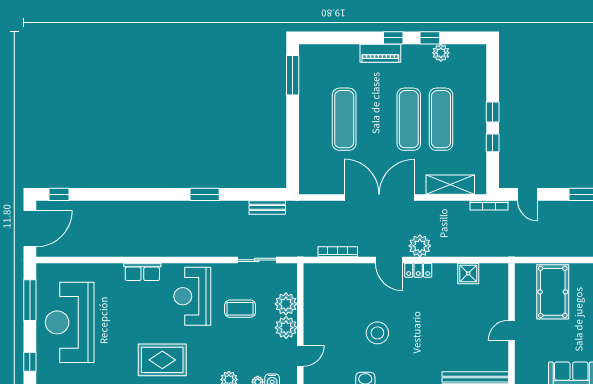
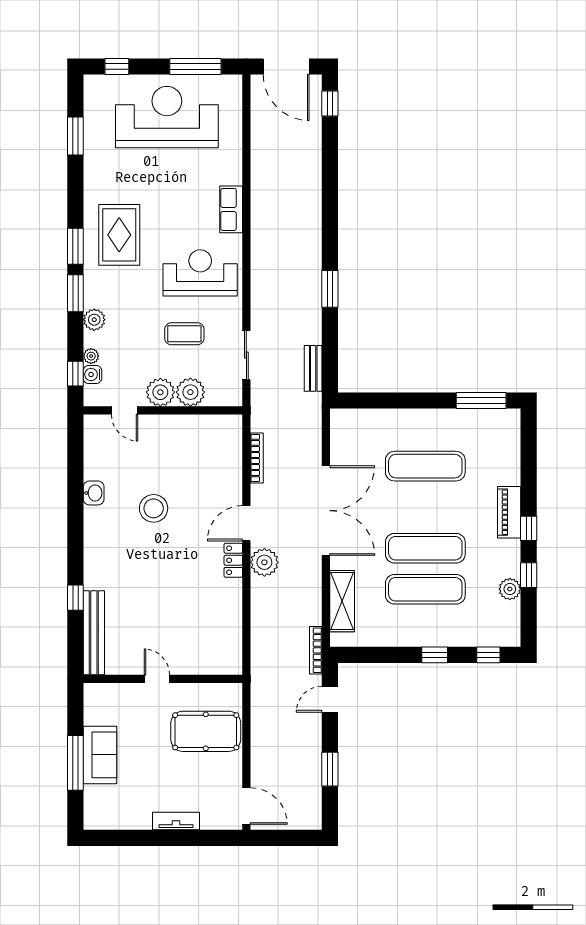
window: (493, 143) -> (488, 655), moved
shower: (468, 273) -> (229, 624), removed
coffee table: (240, 309) -> (184, 334), turned 90

